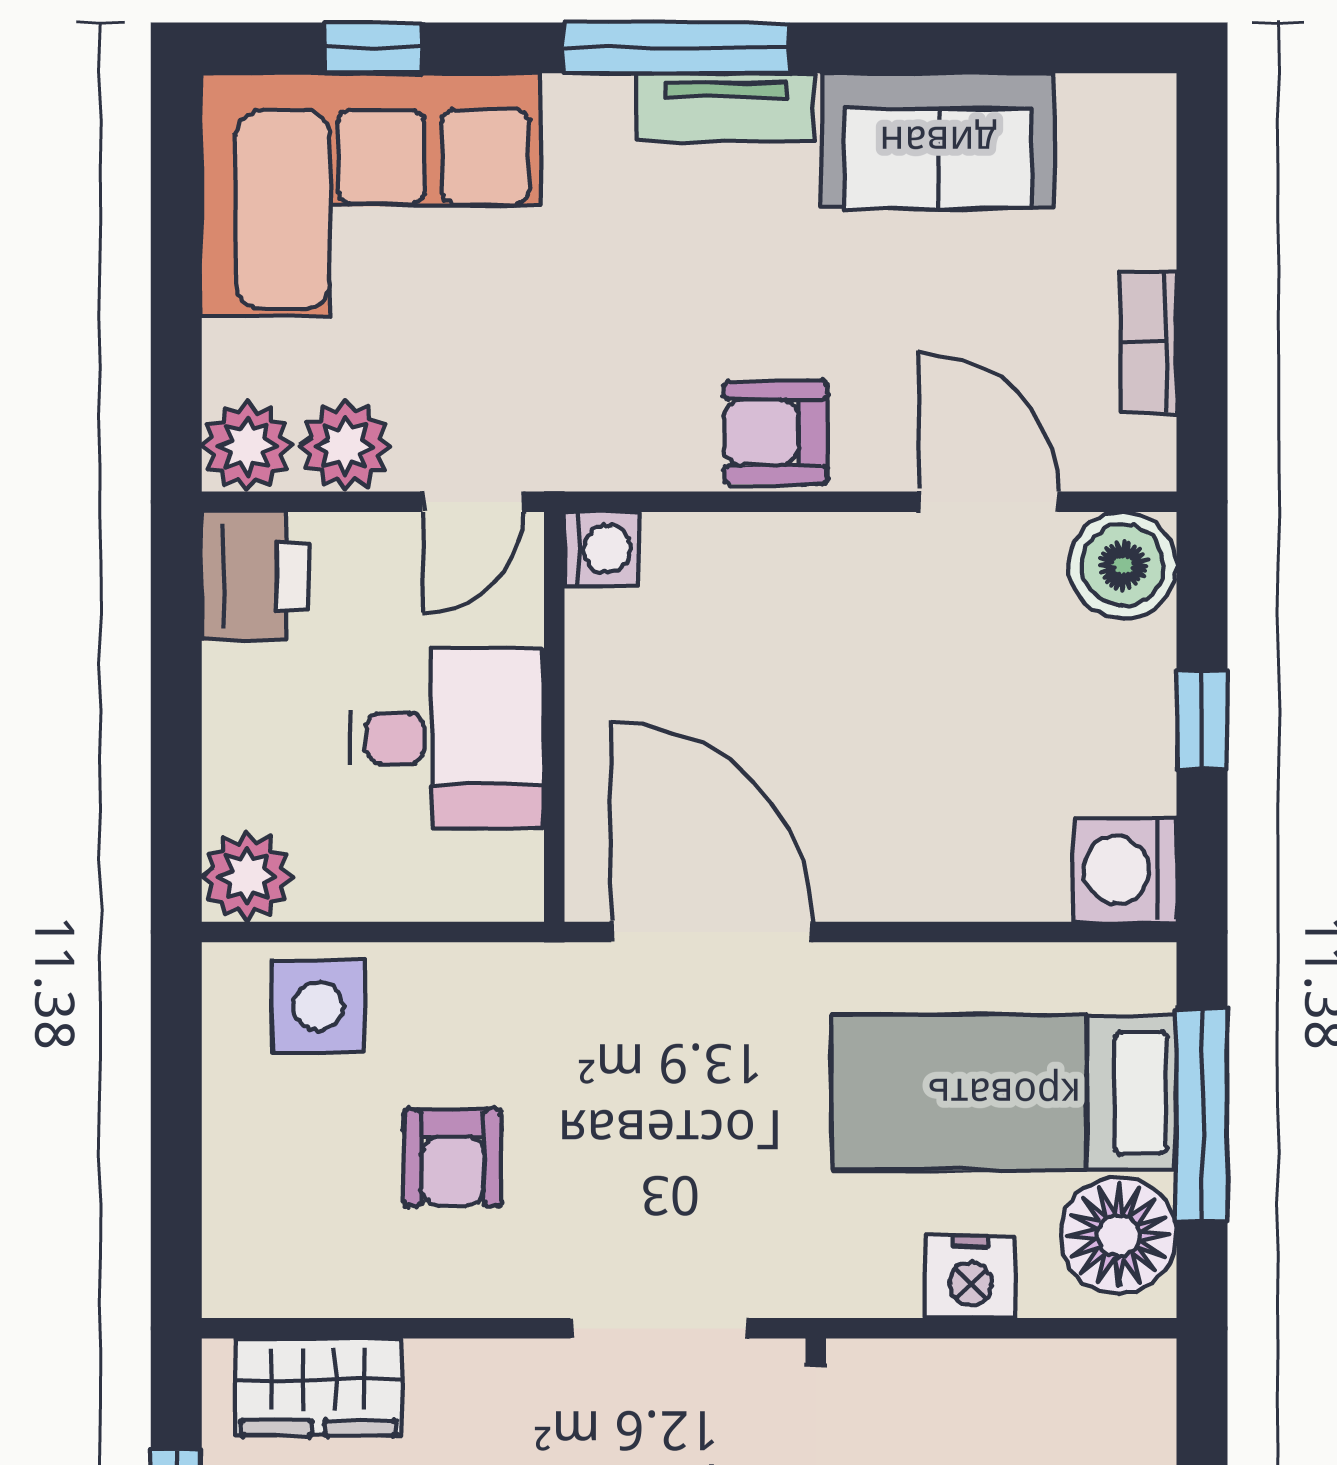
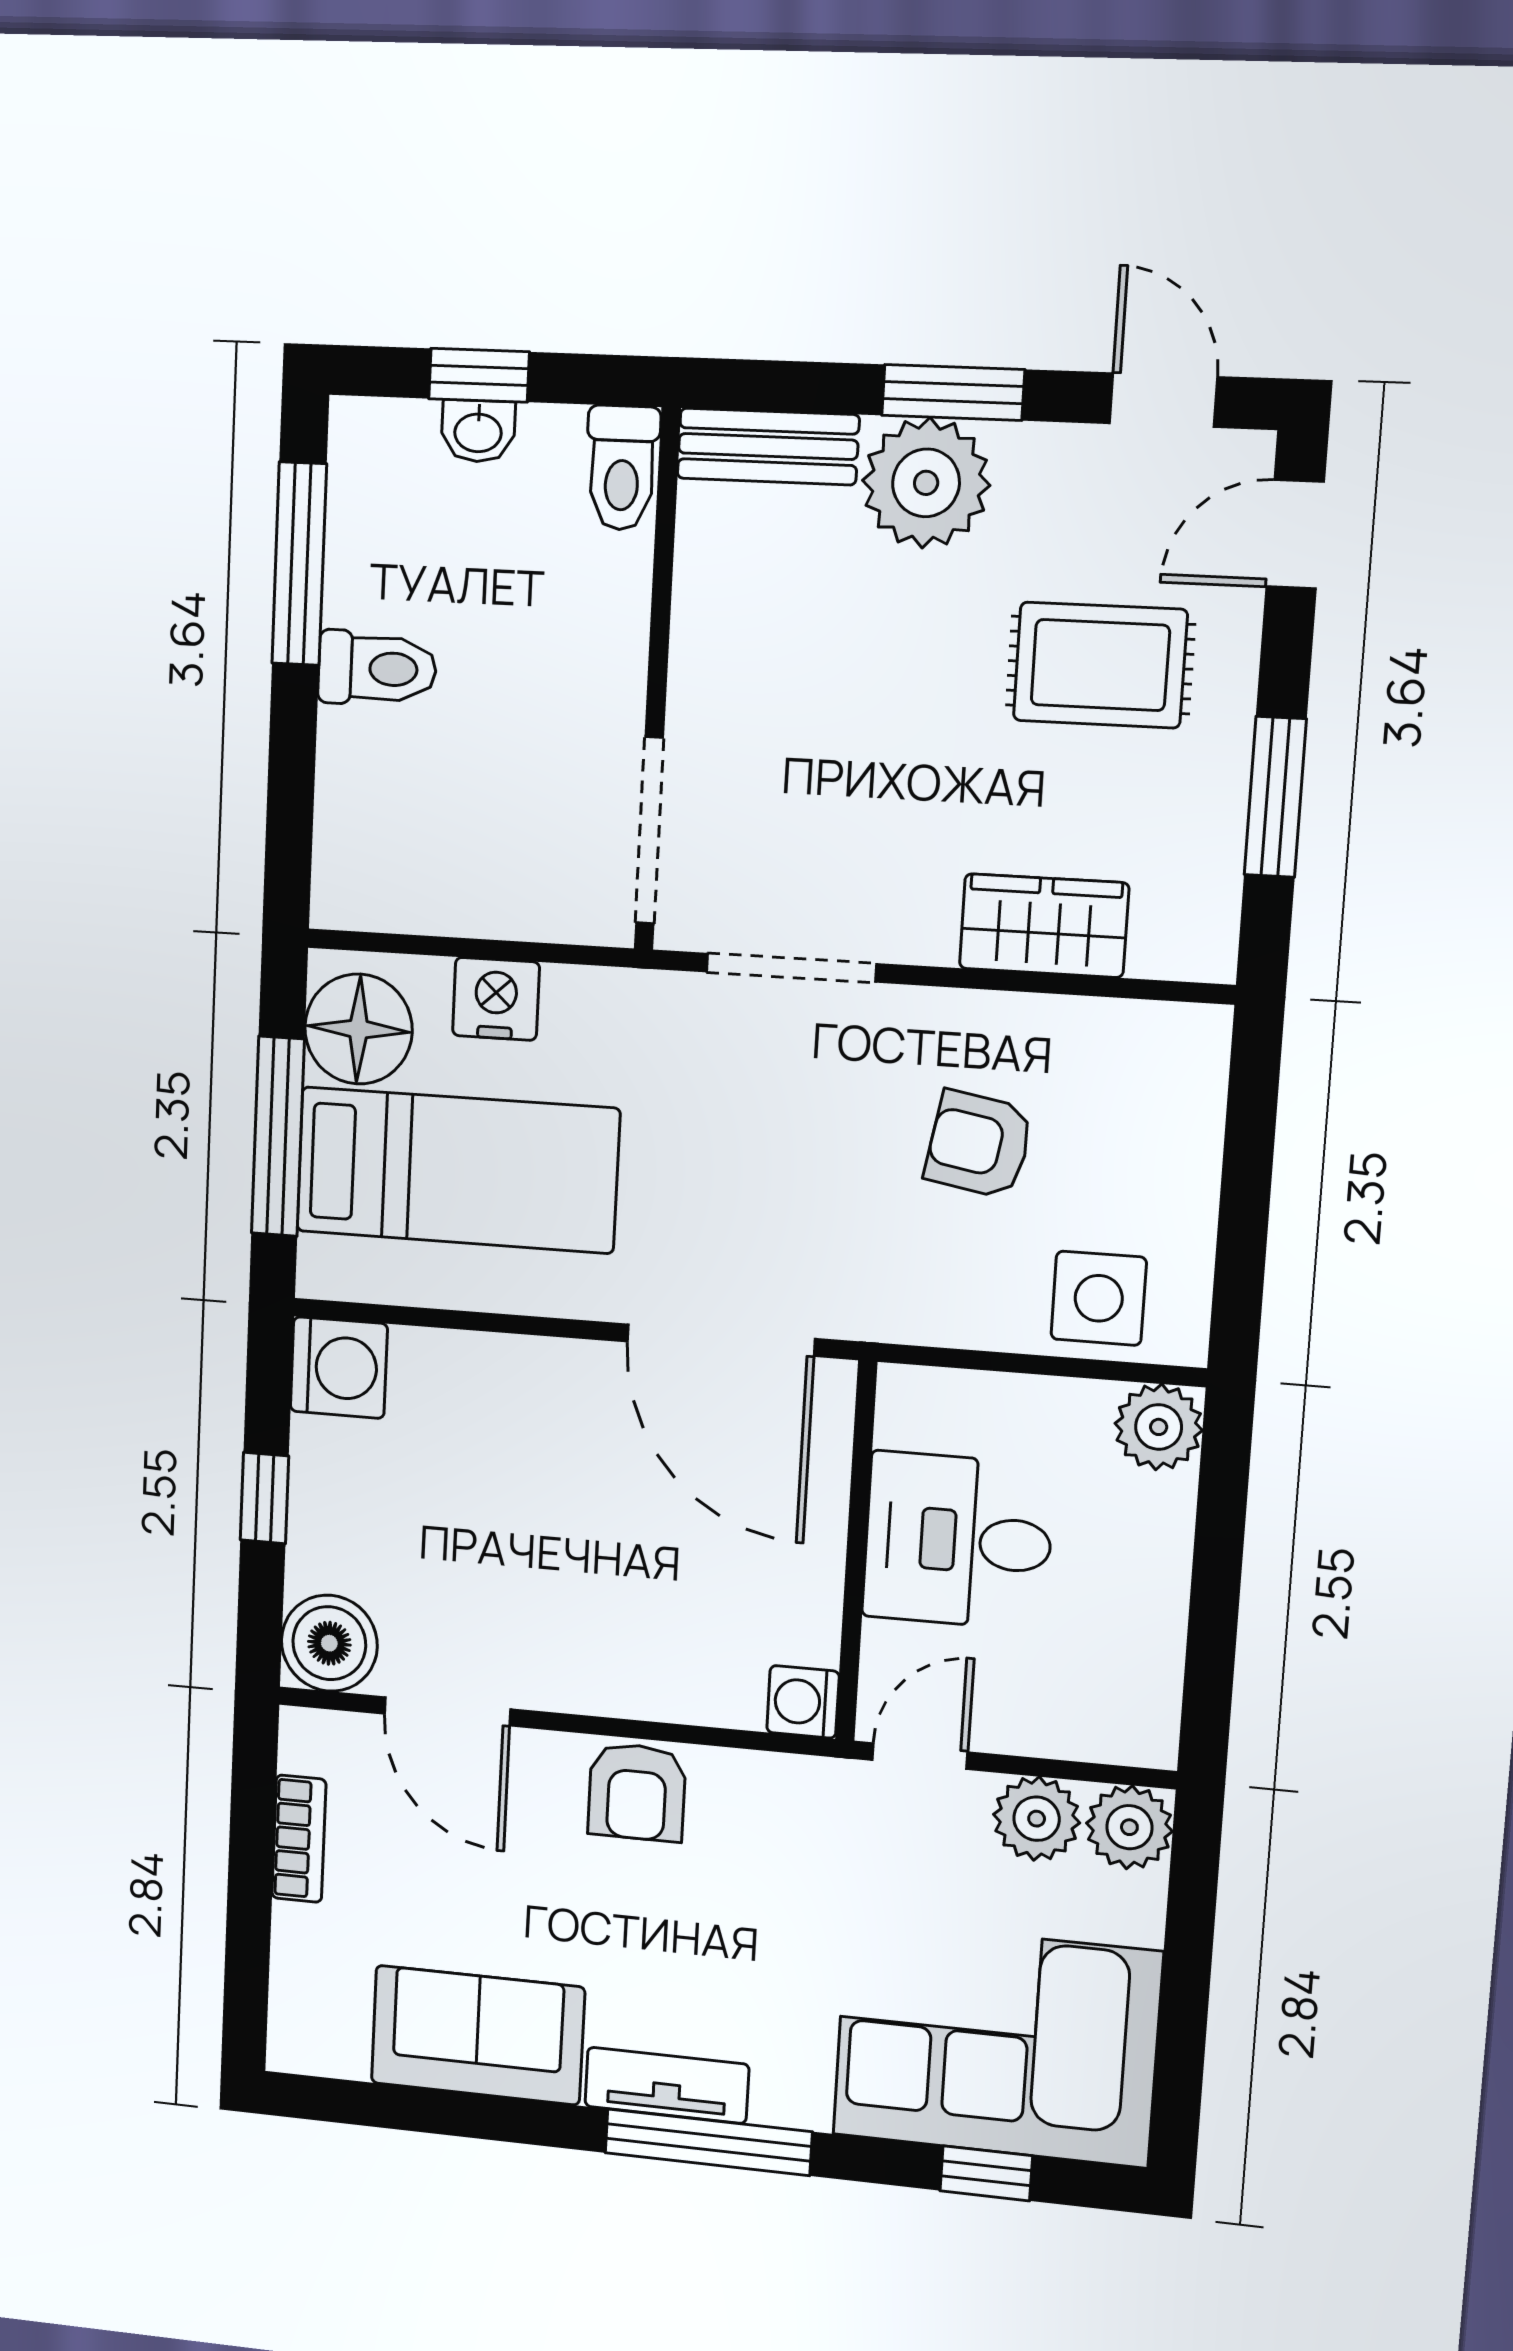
armchair: (776, 432) -> (637, 1792), turned 90
printer: (255, 576) -> (1131, 1707), removed
armchair: (452, 1158) -> (979, 1144), turned -80
wardrobe: (318, 1387) -> (1044, 926), moved

